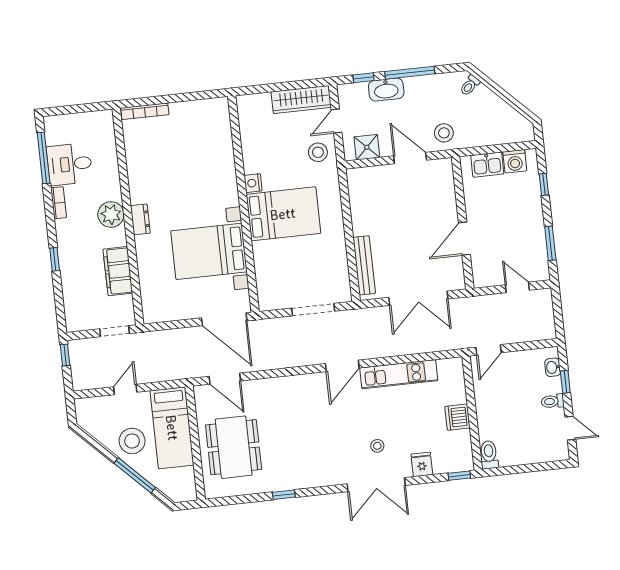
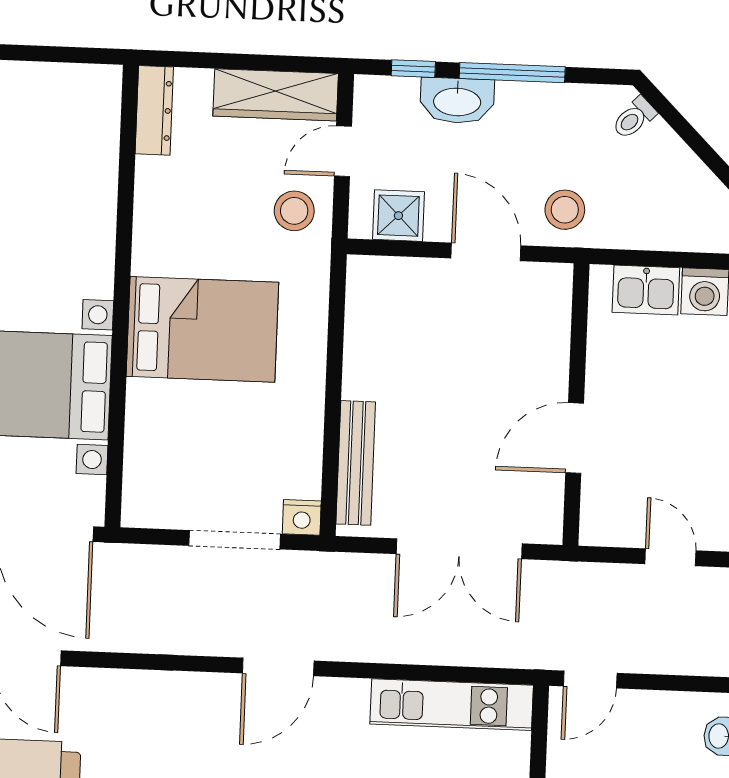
dresser: (246, 115) -> (154, 110), added
nightstand: (253, 183) -> (302, 517), moved, turned -90
kitchen unit: (399, 374) -> (452, 705), moved

